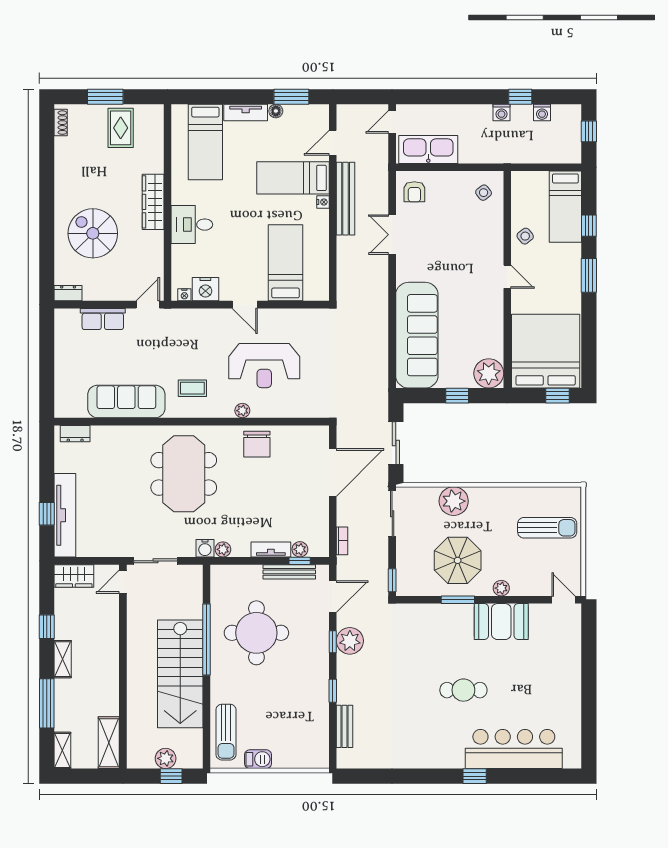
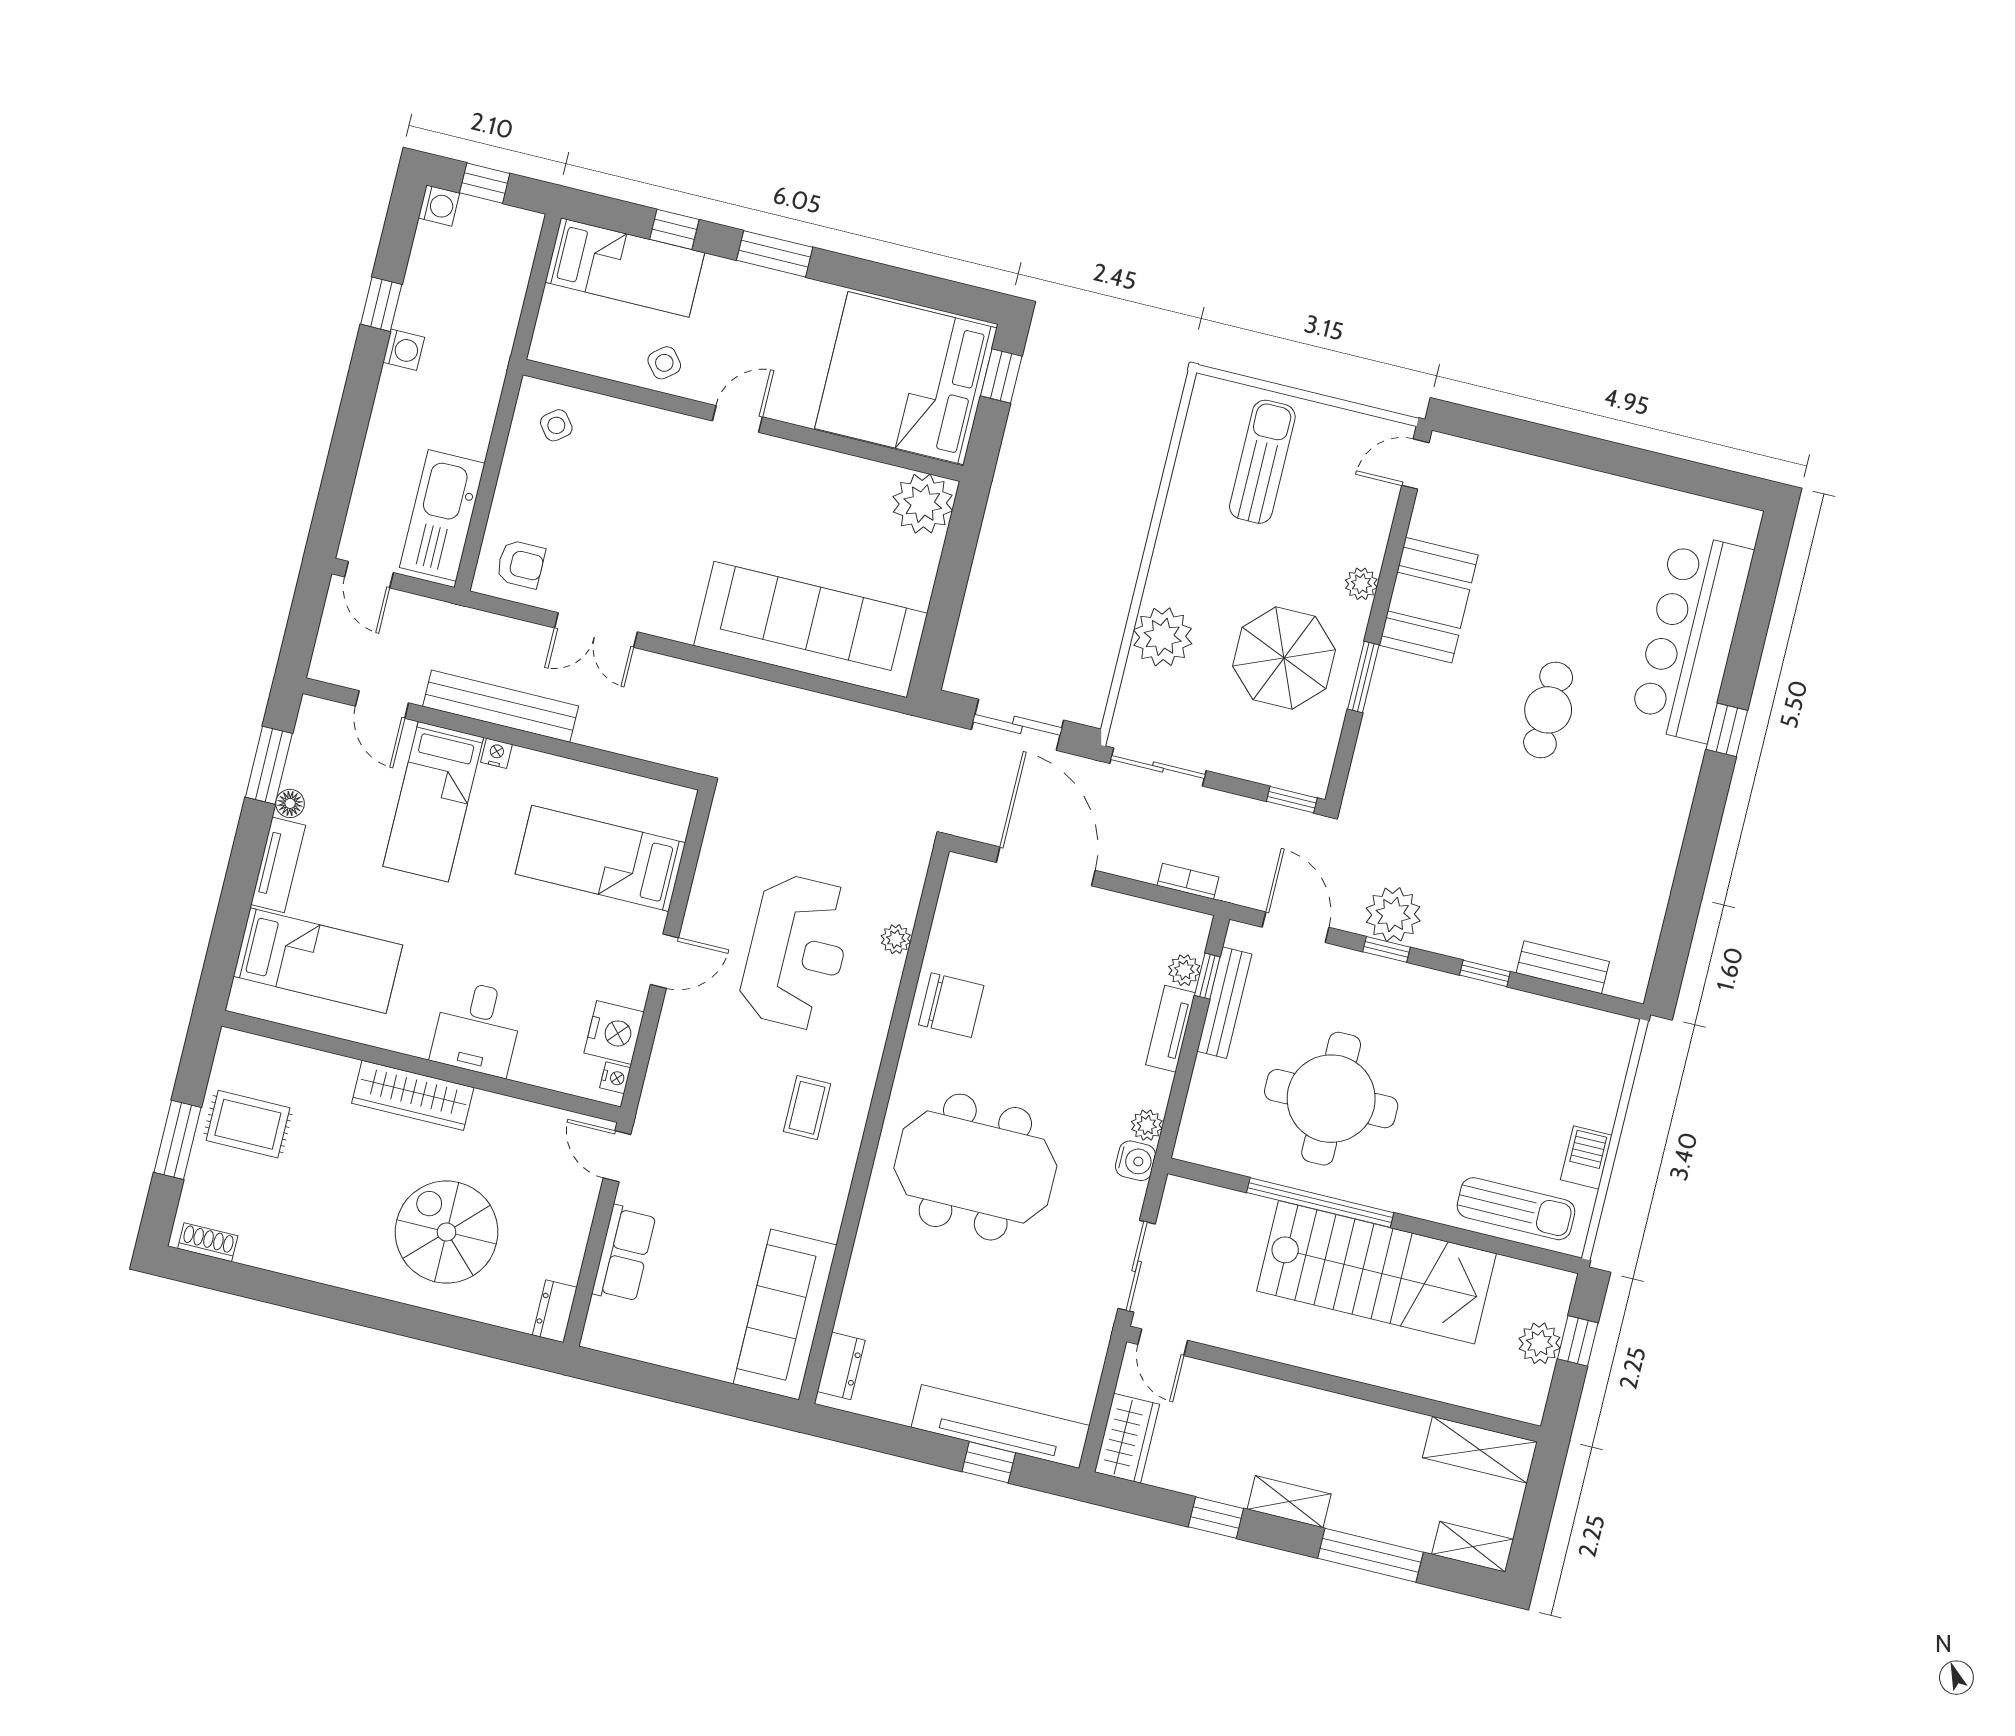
washing machine: (542, 112) -> (439, 206), moved
spiral stairs: (93, 233) -> (447, 1232), turned 90
window: (457, 396) -> (952, 578), removed
sofa: (126, 401) -> (785, 1314), moved
plant: (242, 411) -> (896, 939), moved

